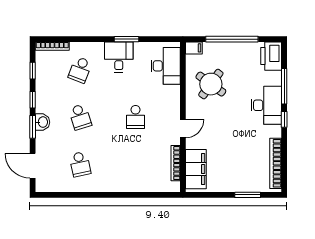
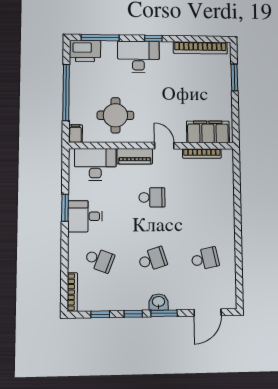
round table: (211, 84) -> (115, 115), turned -36
window: (284, 86) -> (100, 38), moved
piano: (173, 102) -> (135, 156), added

